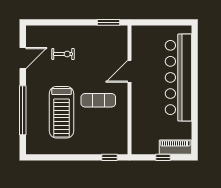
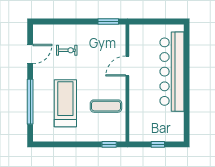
exercise mat: (98, 100) -> (106, 106), moved
treadmill: (61, 112) -> (65, 103), turned 180
piano: (175, 147) -> (169, 135), removed

